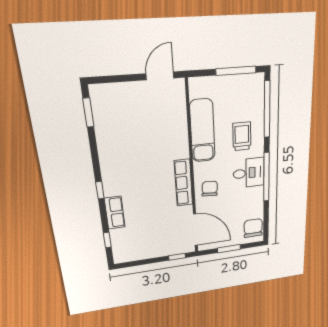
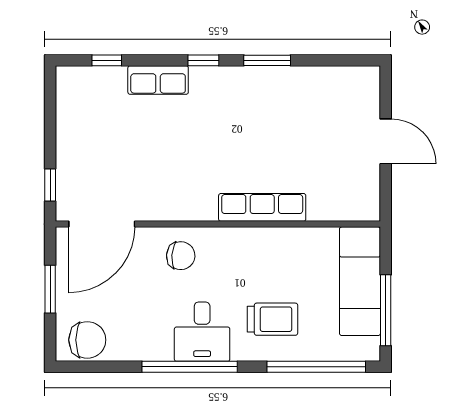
door: (160, 76) -> (386, 141), moved
window: (88, 113) -> (267, 60), moved
exam couch: (202, 131) -> (360, 281), moved, turned 90
row of seats: (183, 183) -> (262, 207), moved

